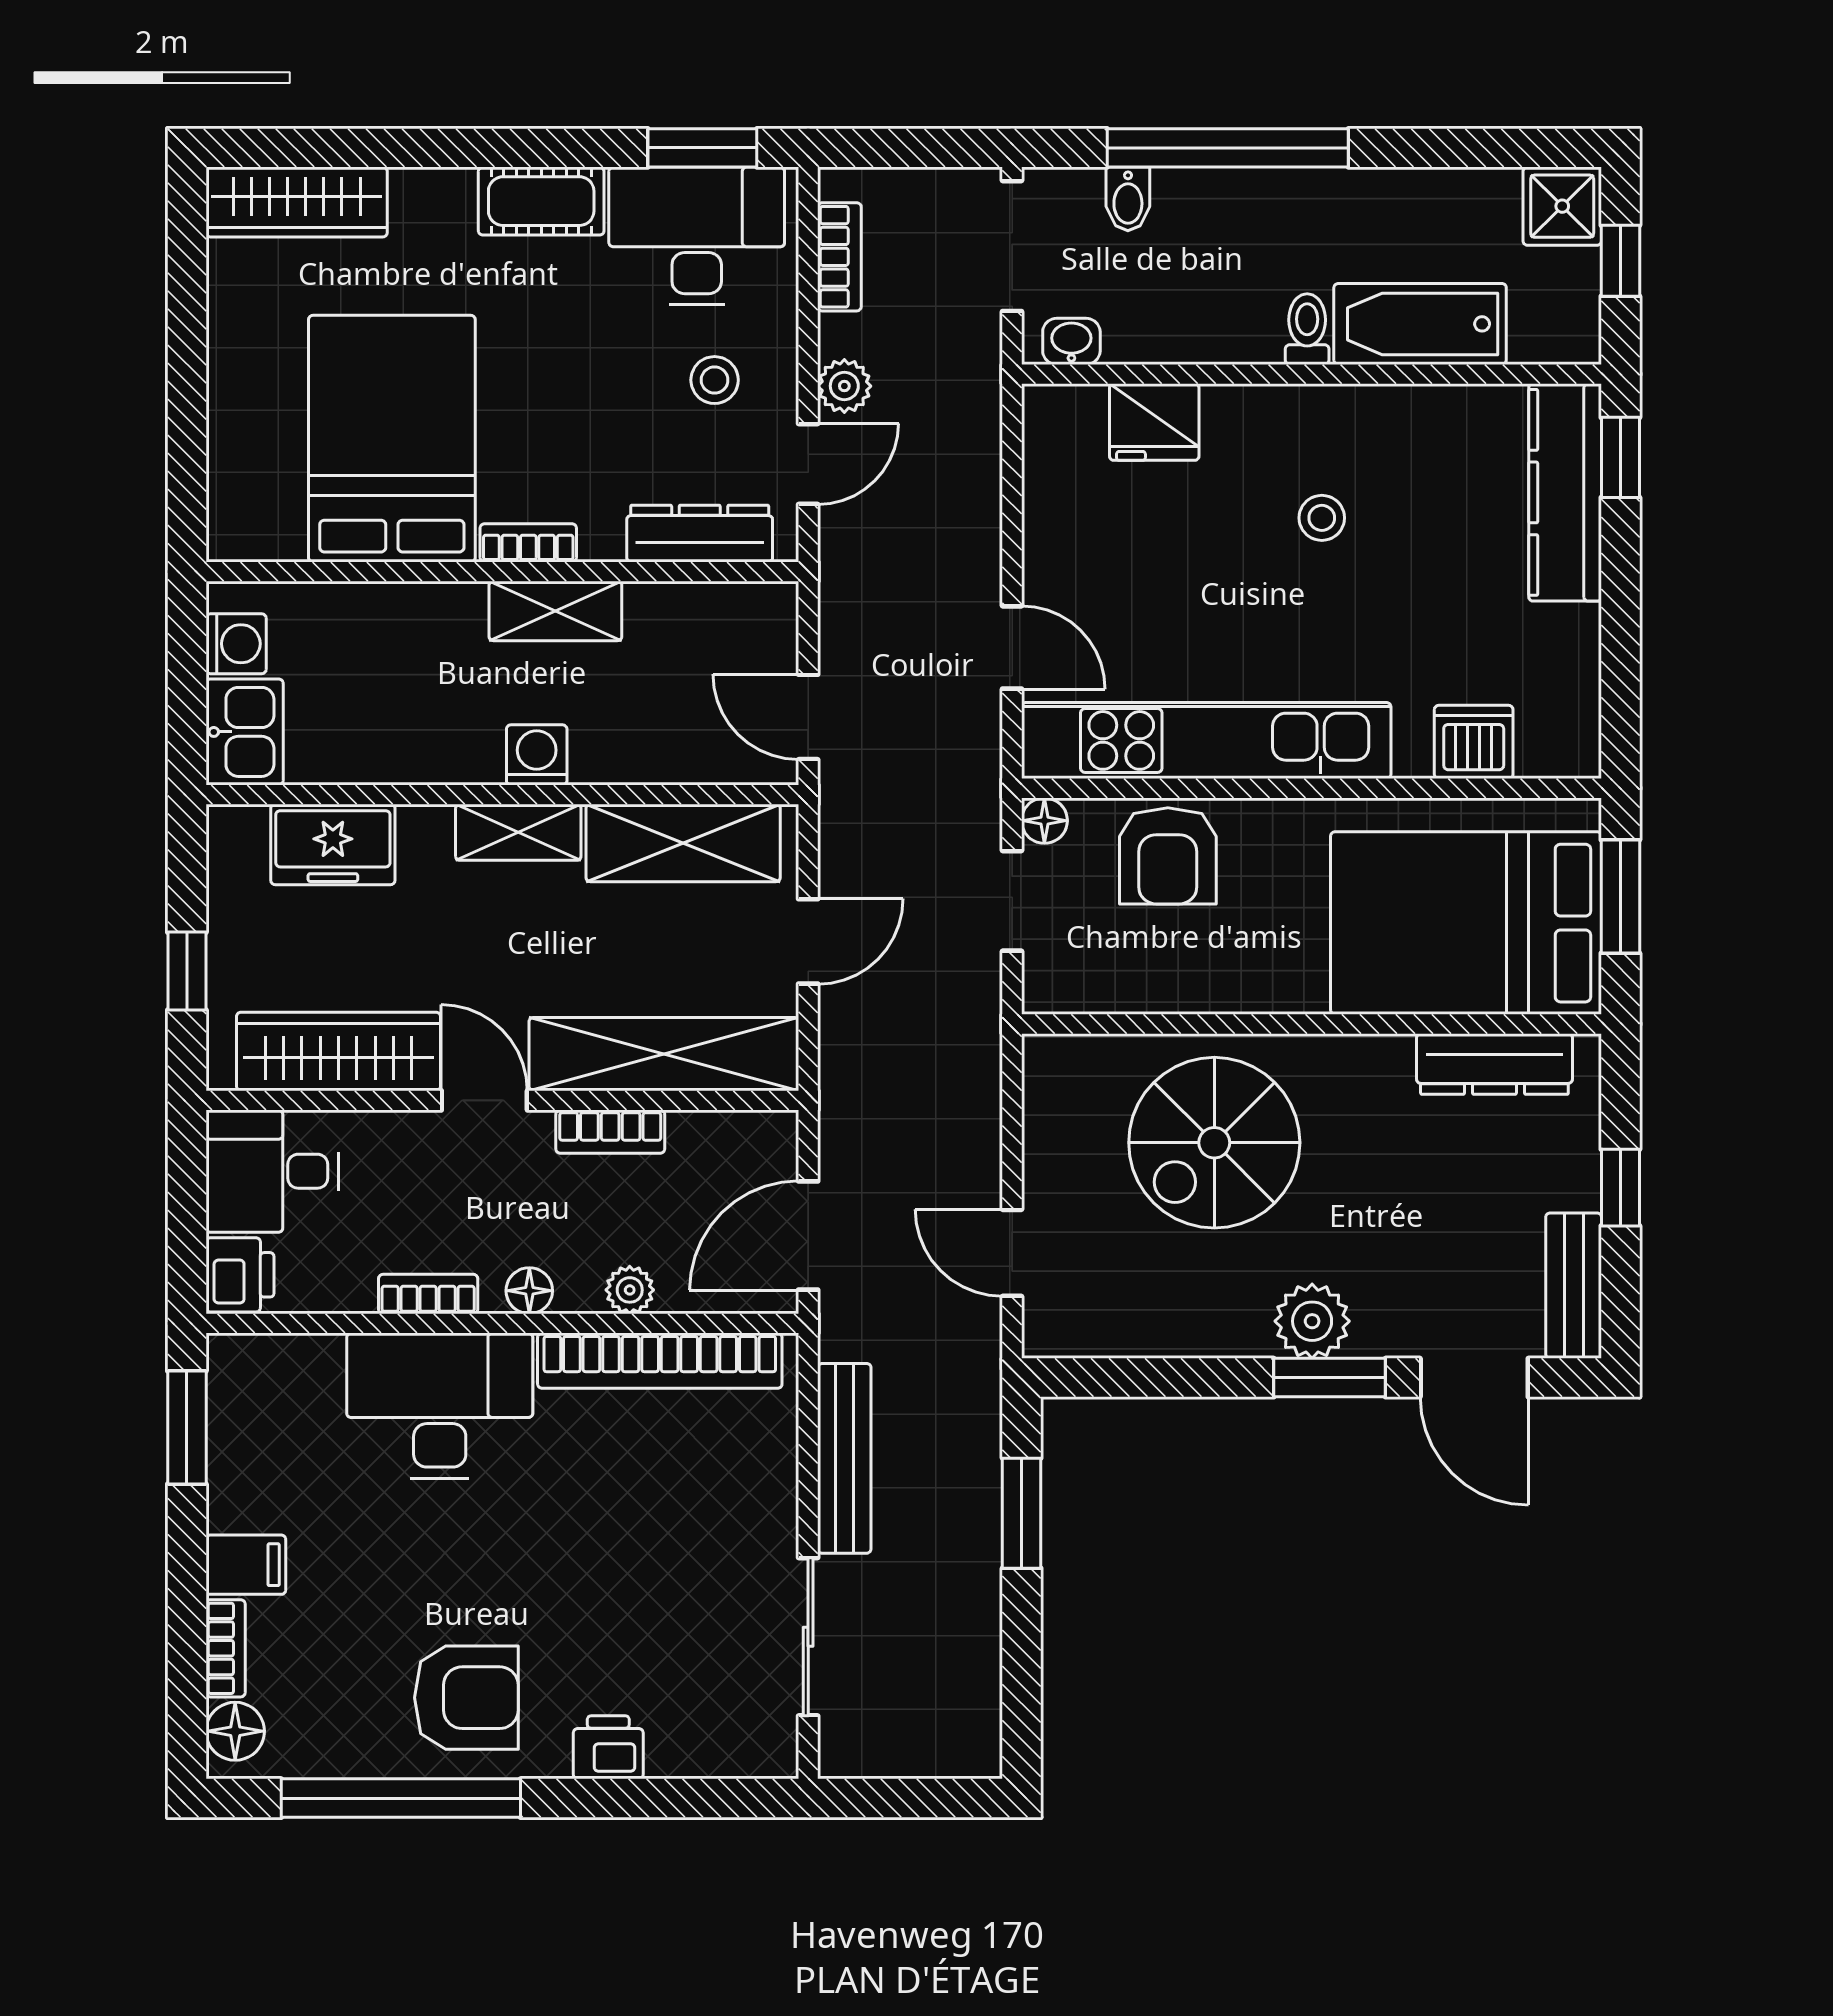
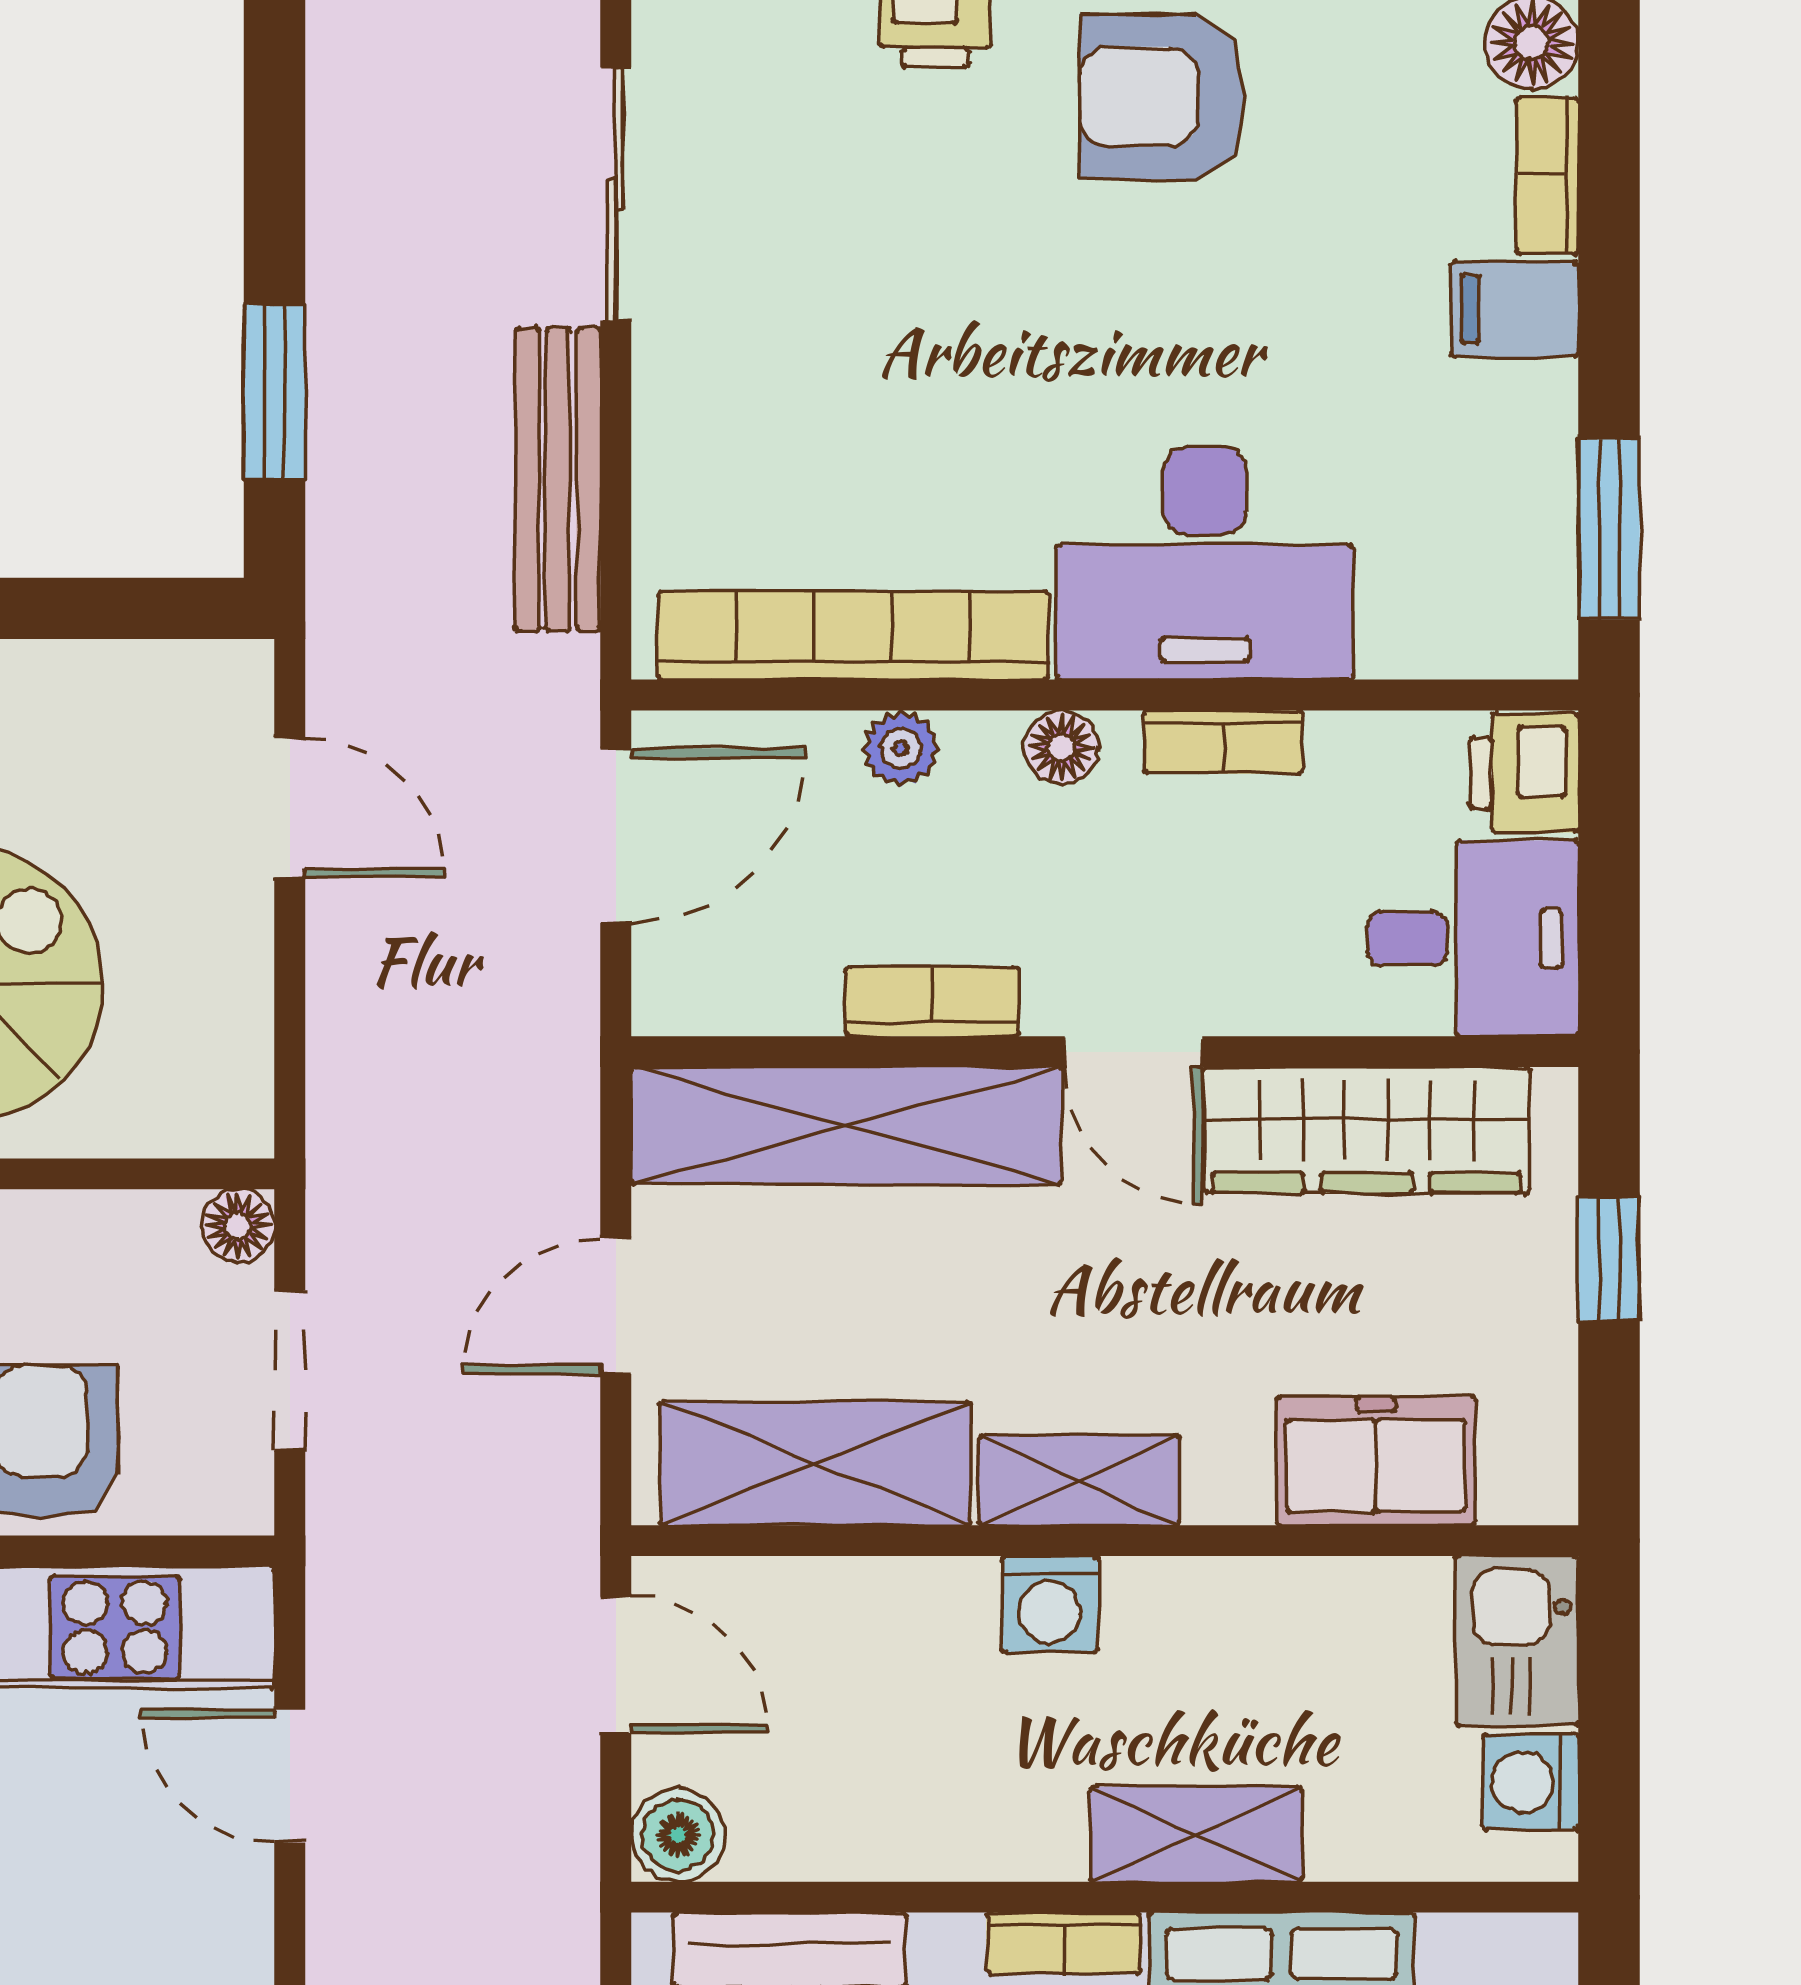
boiler: (769, 610) -> (678, 1835), added
shelving: (555, 611) -> (1196, 1834), moved
floor lamp: (1044, 821) -> (238, 1226), moved

